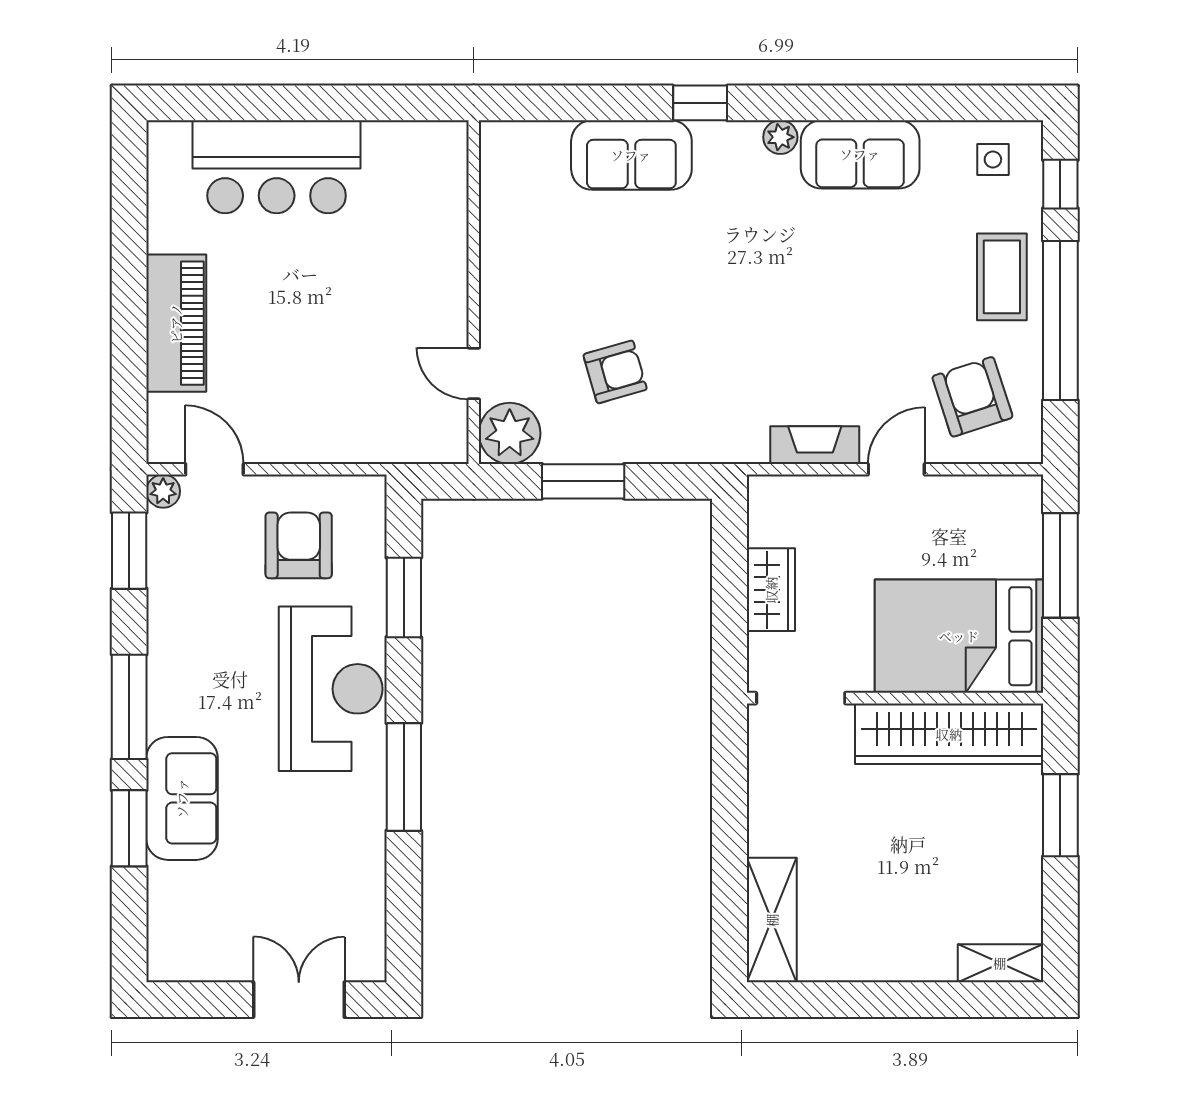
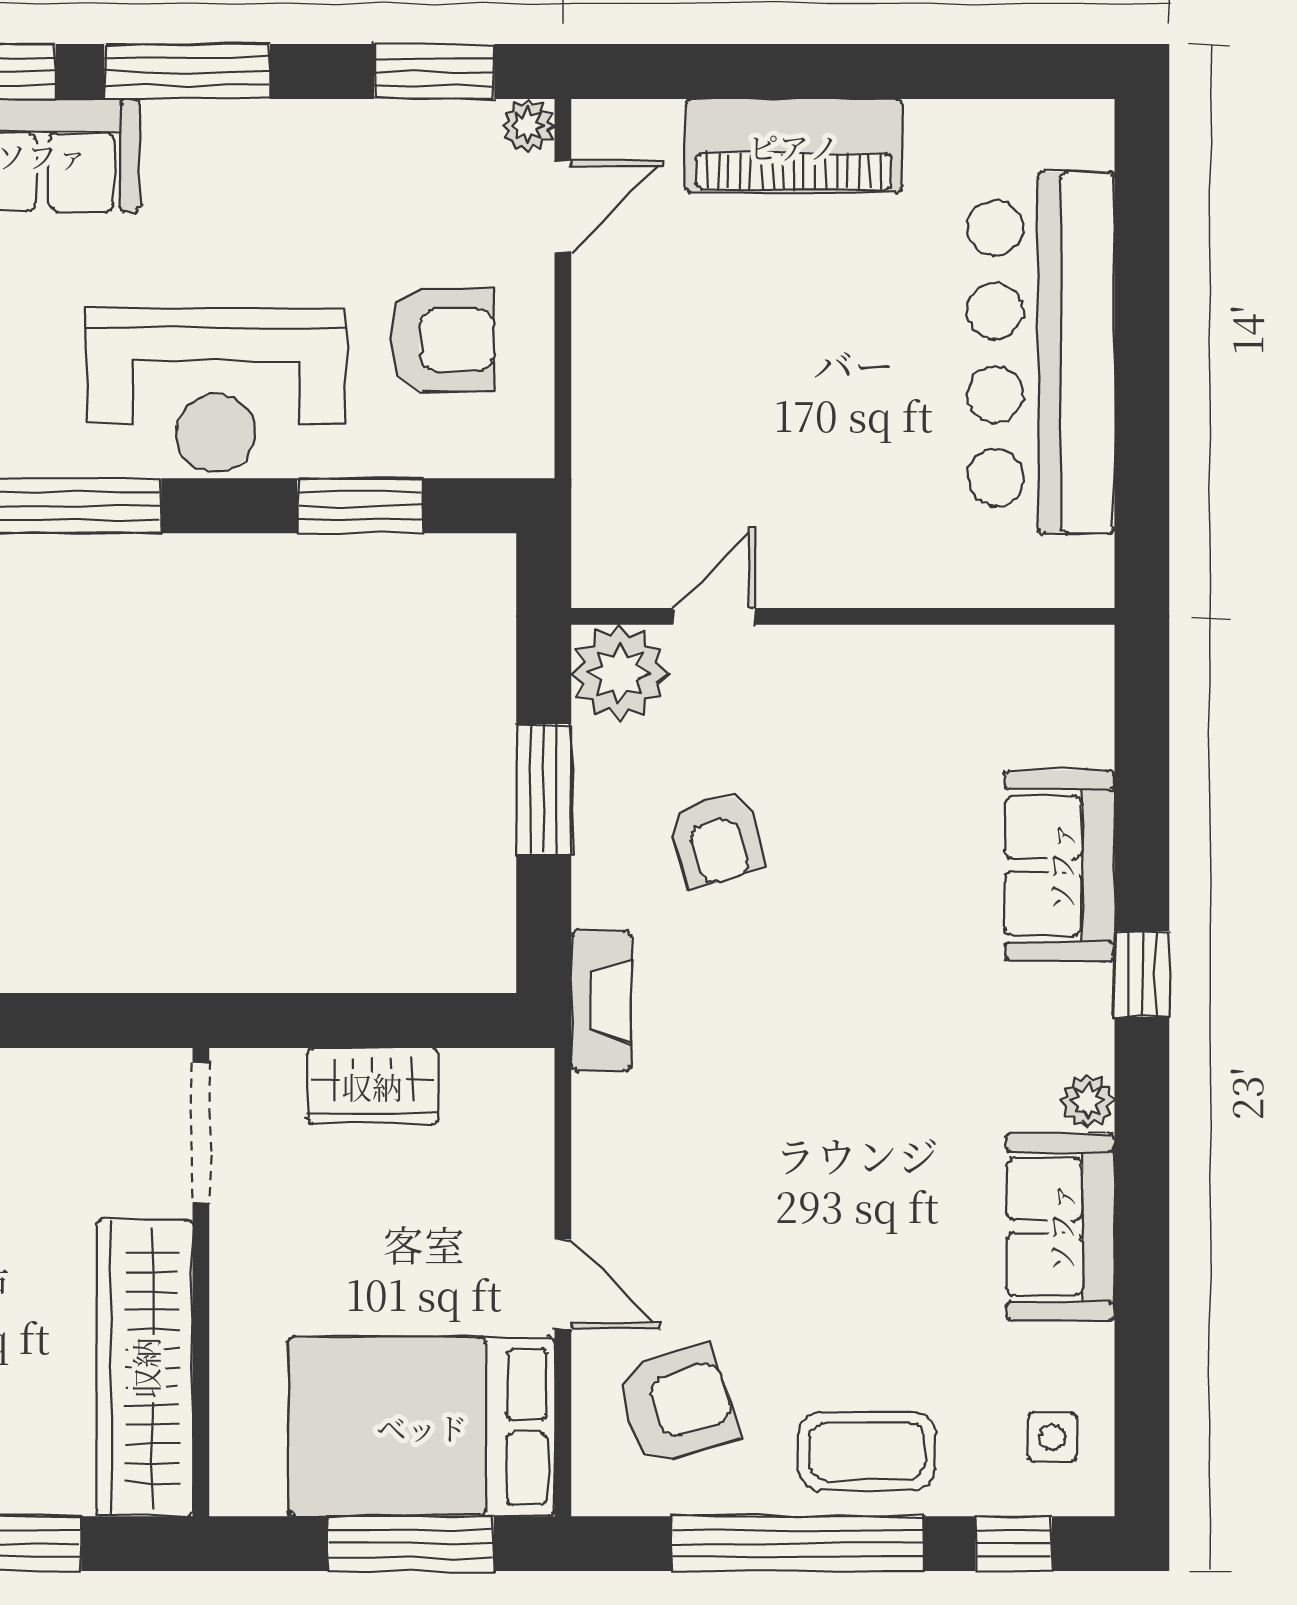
bar counter: (277, 167) -> (1041, 353), width x1.36
fireplace: (815, 445) -> (601, 1001), moved
bed: (959, 636) -> (422, 1427), moved, turned -90

